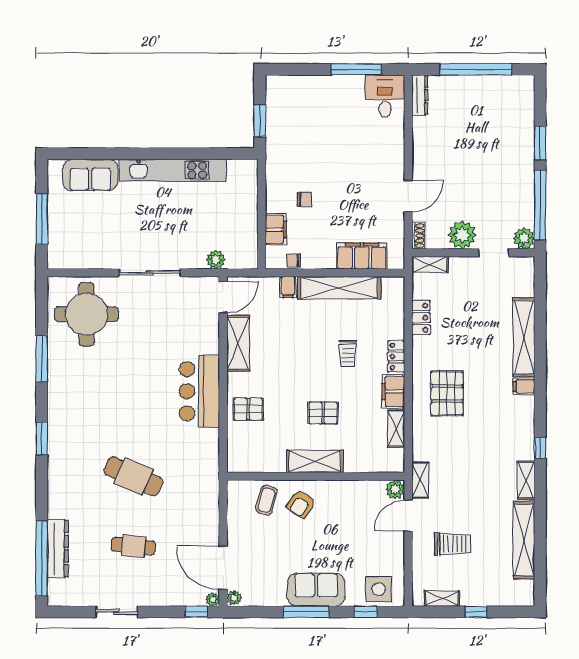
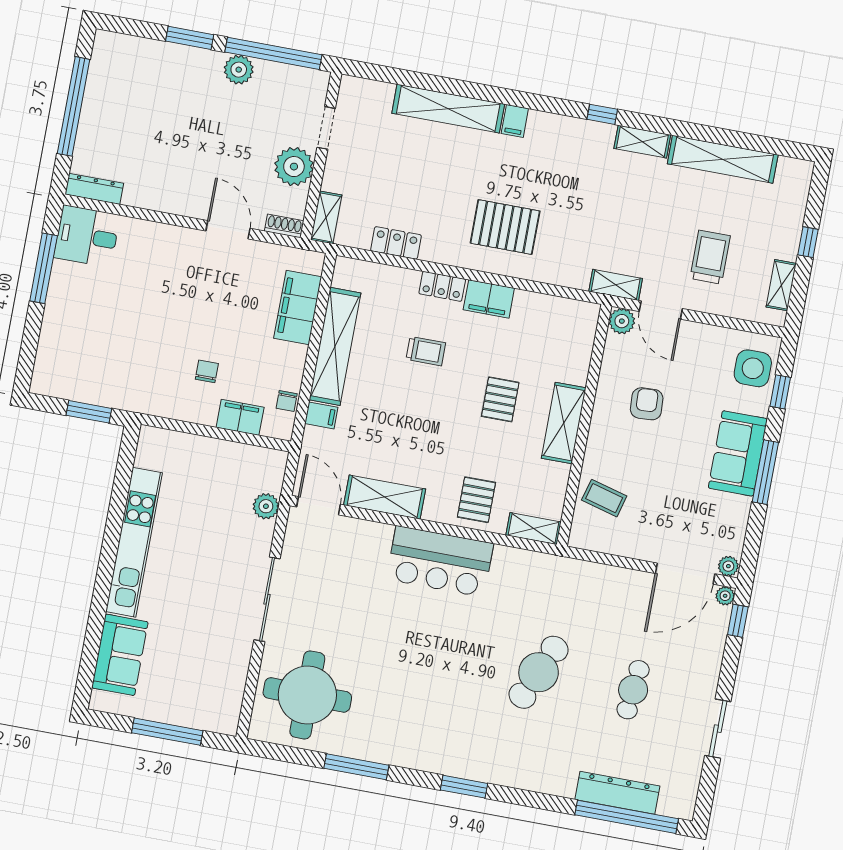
plant: (524, 238) -> (239, 70), moved
shelving: (396, 429) -> (534, 529), moved
armchair: (301, 504) -> (647, 404), moved, turned -126

